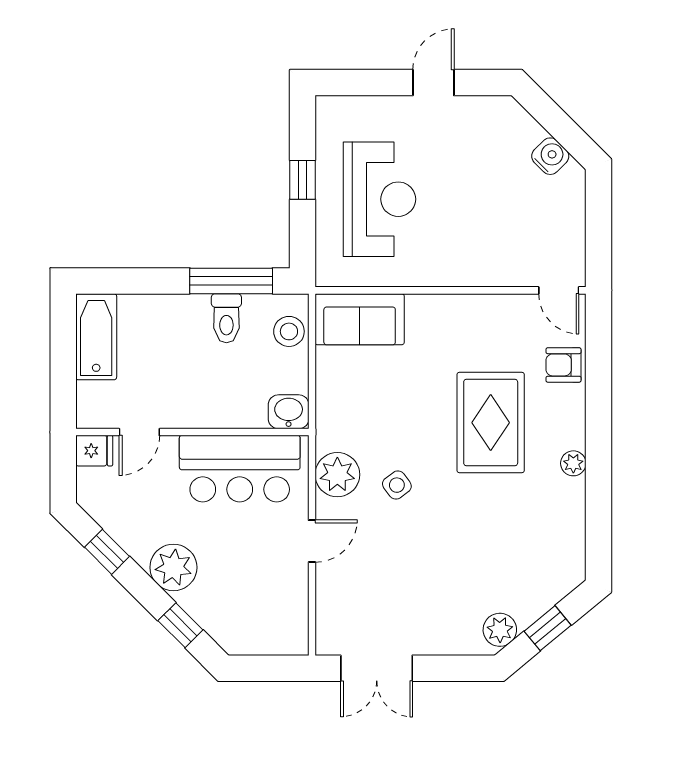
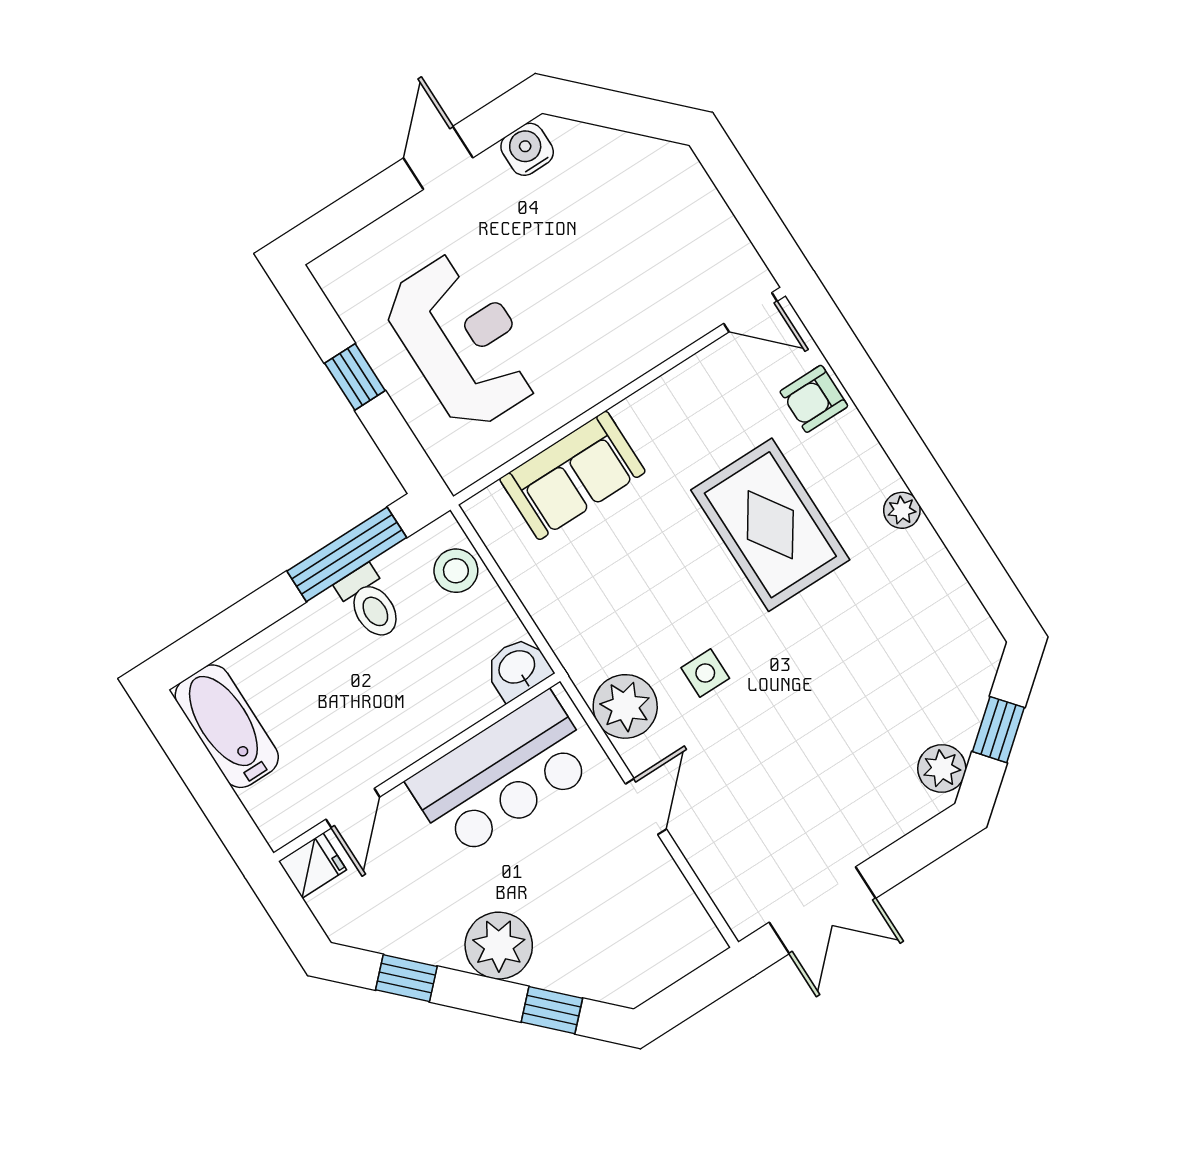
water cooler: (550, 156) -> (527, 149), moved, turned -45
sofa: (360, 319) -> (572, 475), moved
side table: (397, 485) -> (705, 673), turned 37

